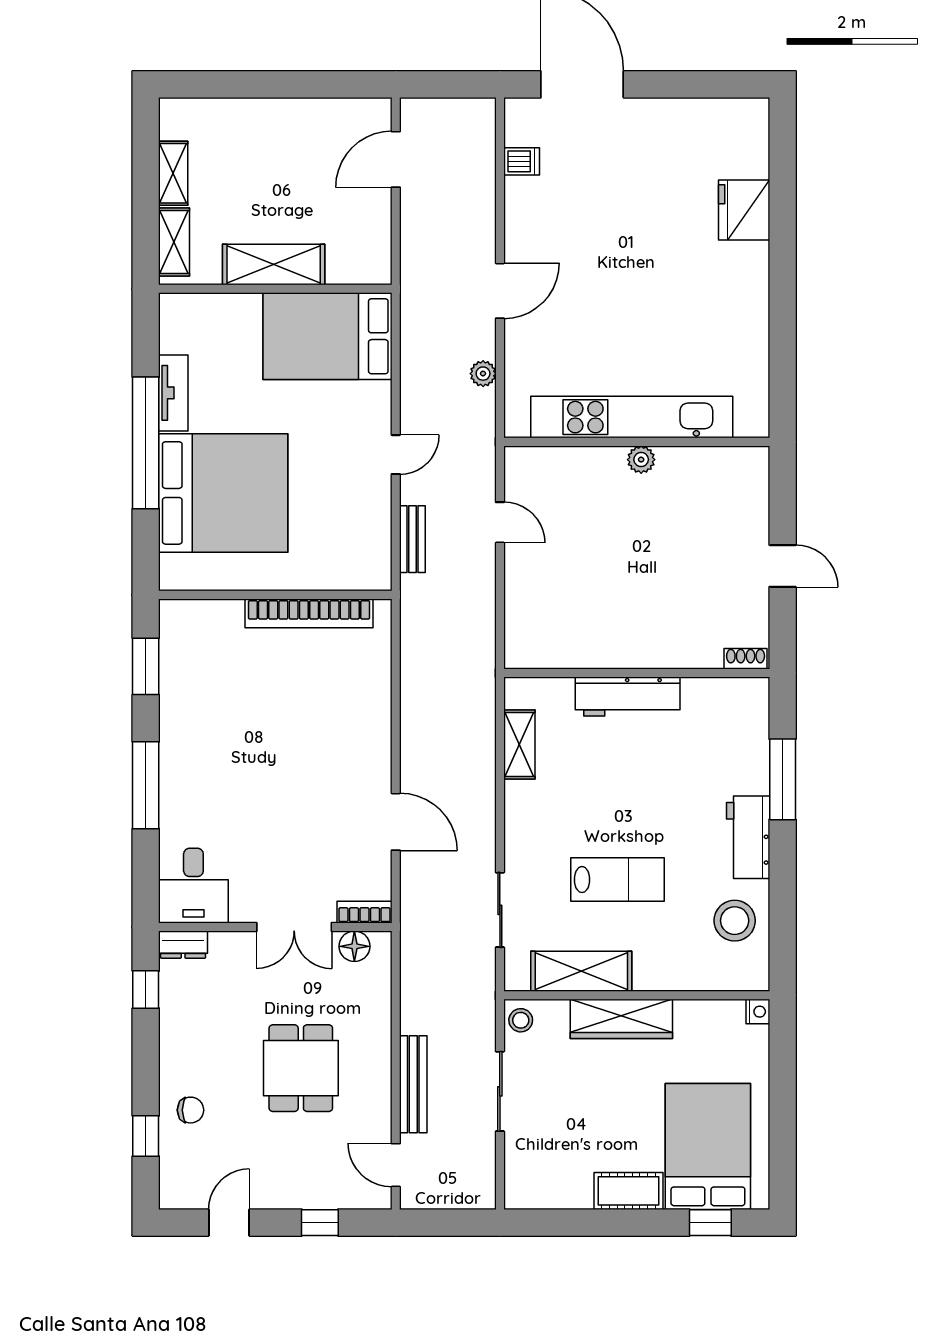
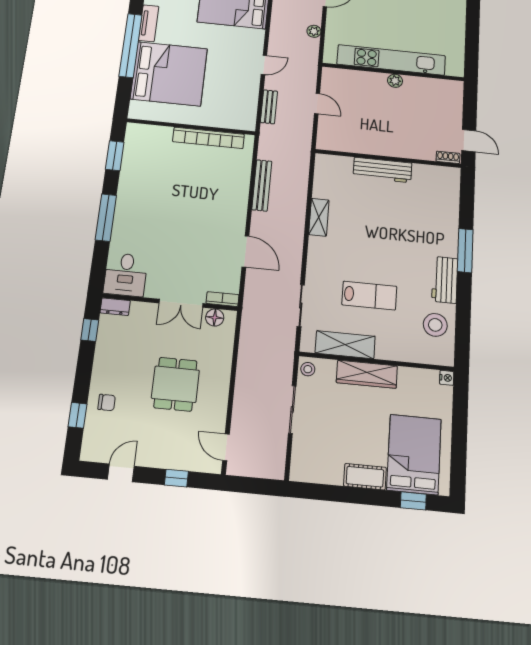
shoe rack: (746, 659) -> (448, 157), moved
wall: (637, 673) -> (388, 158), moved
workbench: (628, 697) -> (383, 170), moved
bench: (413, 1084) -> (262, 185), moved

